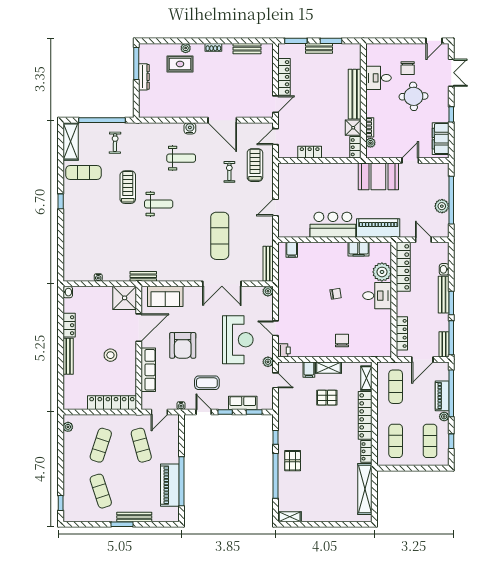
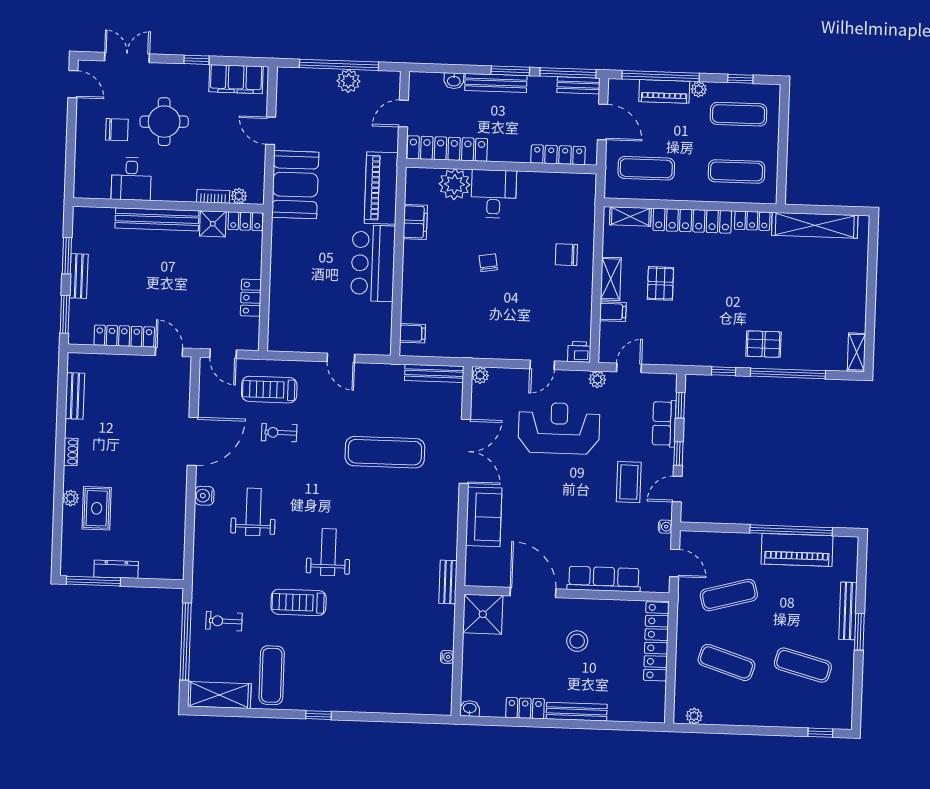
sofa: (165, 296) -> (484, 517), moved
armchair: (183, 345) -> (565, 520), removed
exercise mat: (101, 491) -> (803, 665), turned 33

